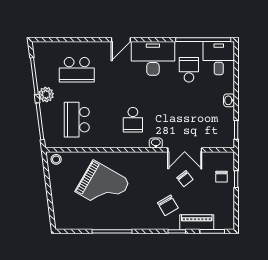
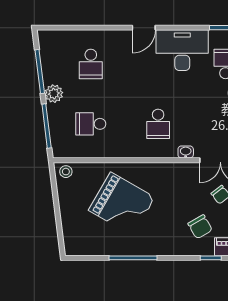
school desk: (77, 70) -> (91, 64), width x0.54
school desk: (77, 120) -> (91, 124), width x0.54

